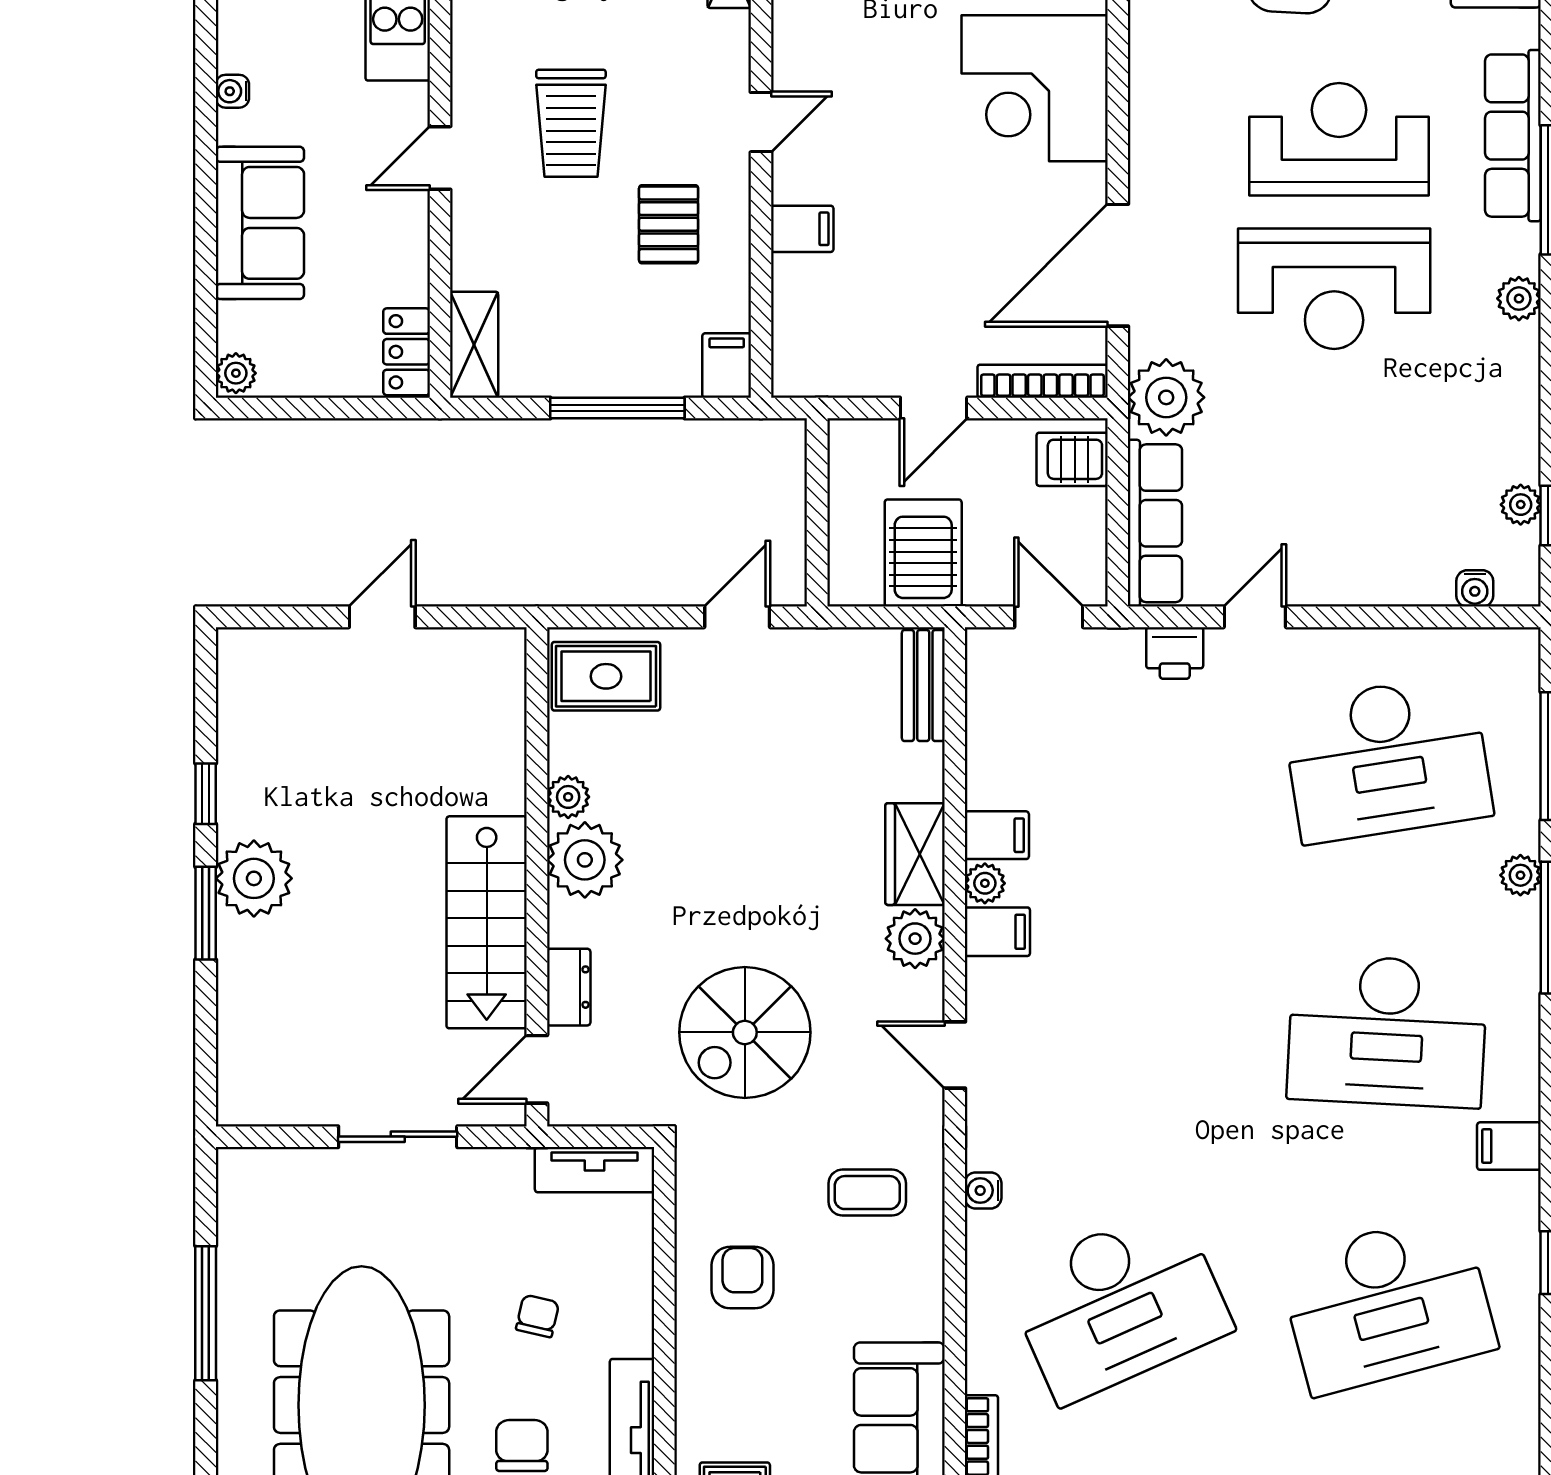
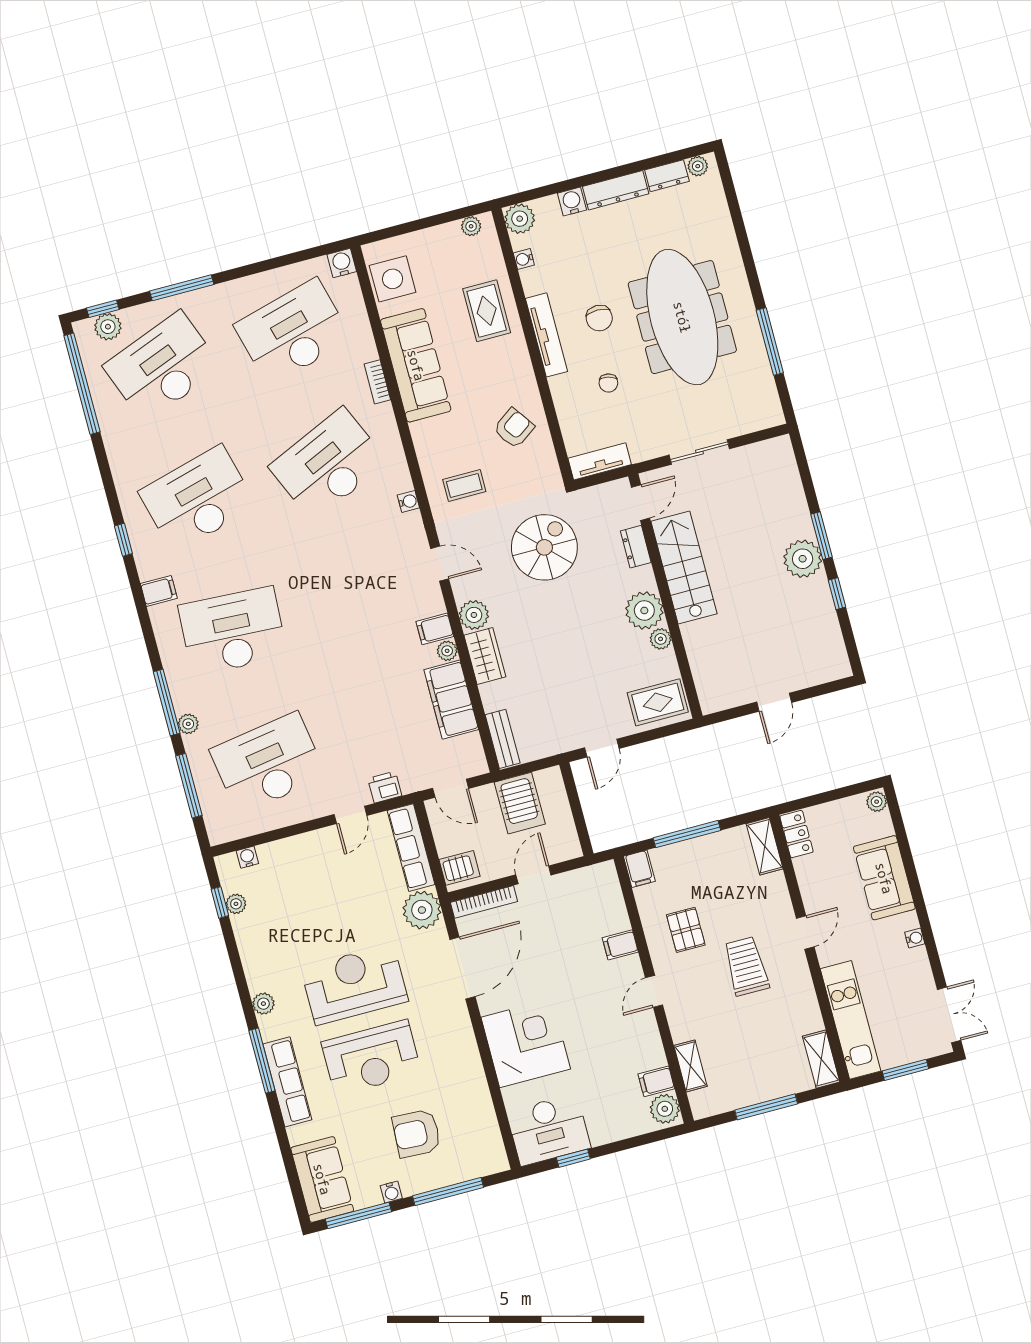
filing cabinet: (997, 835) -> (451, 700), width x3.00, depth x1.17
armchair: (742, 1278) -> (514, 428), turned -125

